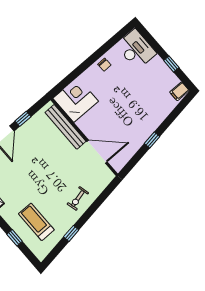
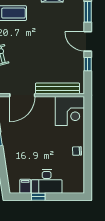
desk: (136, 49) -> (47, 181), moved
filing cabinet: (179, 91) -> (25, 186), moved

